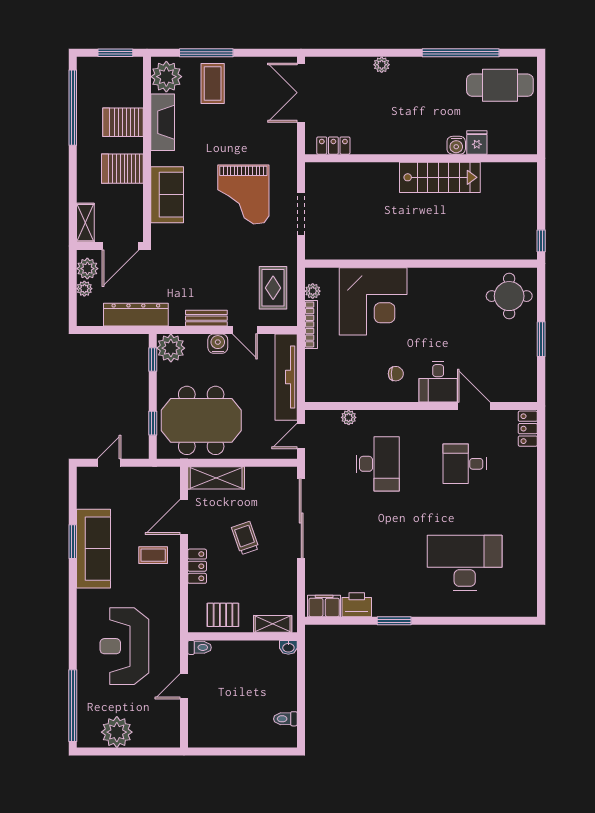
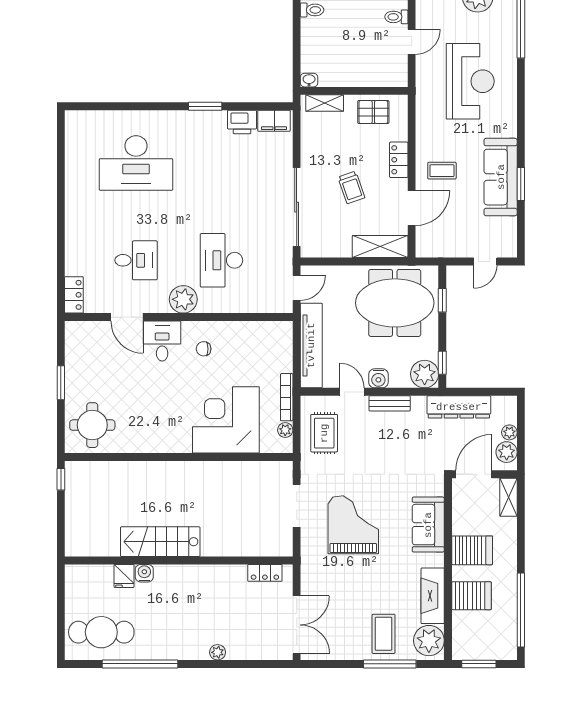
plant: (349, 417) -> (183, 299), moved, width x1.87, depth x1.87
toilet: (200, 647) -> (396, 17), moved

